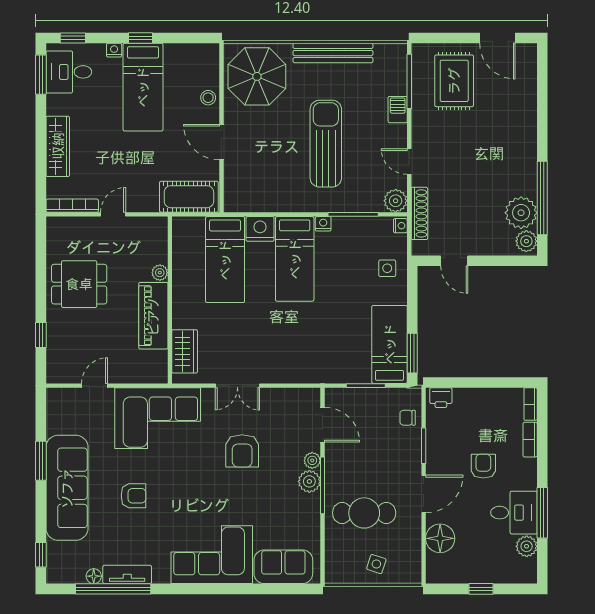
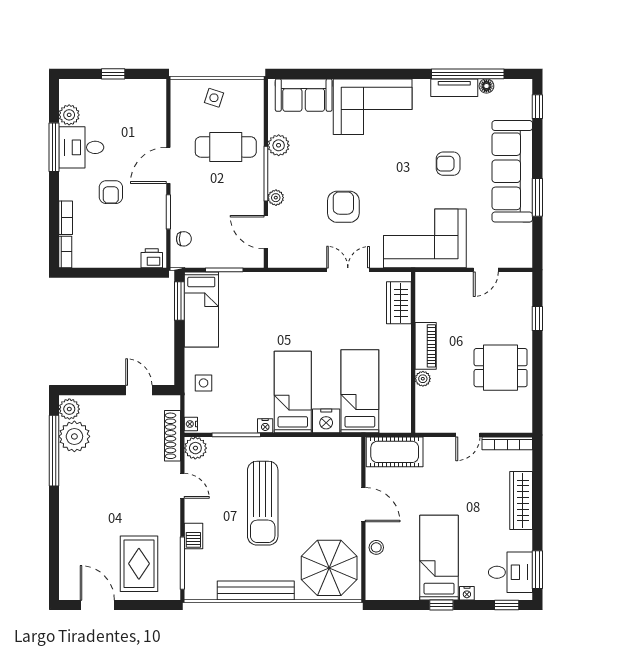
piano: (153, 316) -> (426, 346), width x0.73, depth x0.75
plant: (309, 481) -> (279, 145), moved
floor lamp: (440, 538) -> (152, 122), removed

